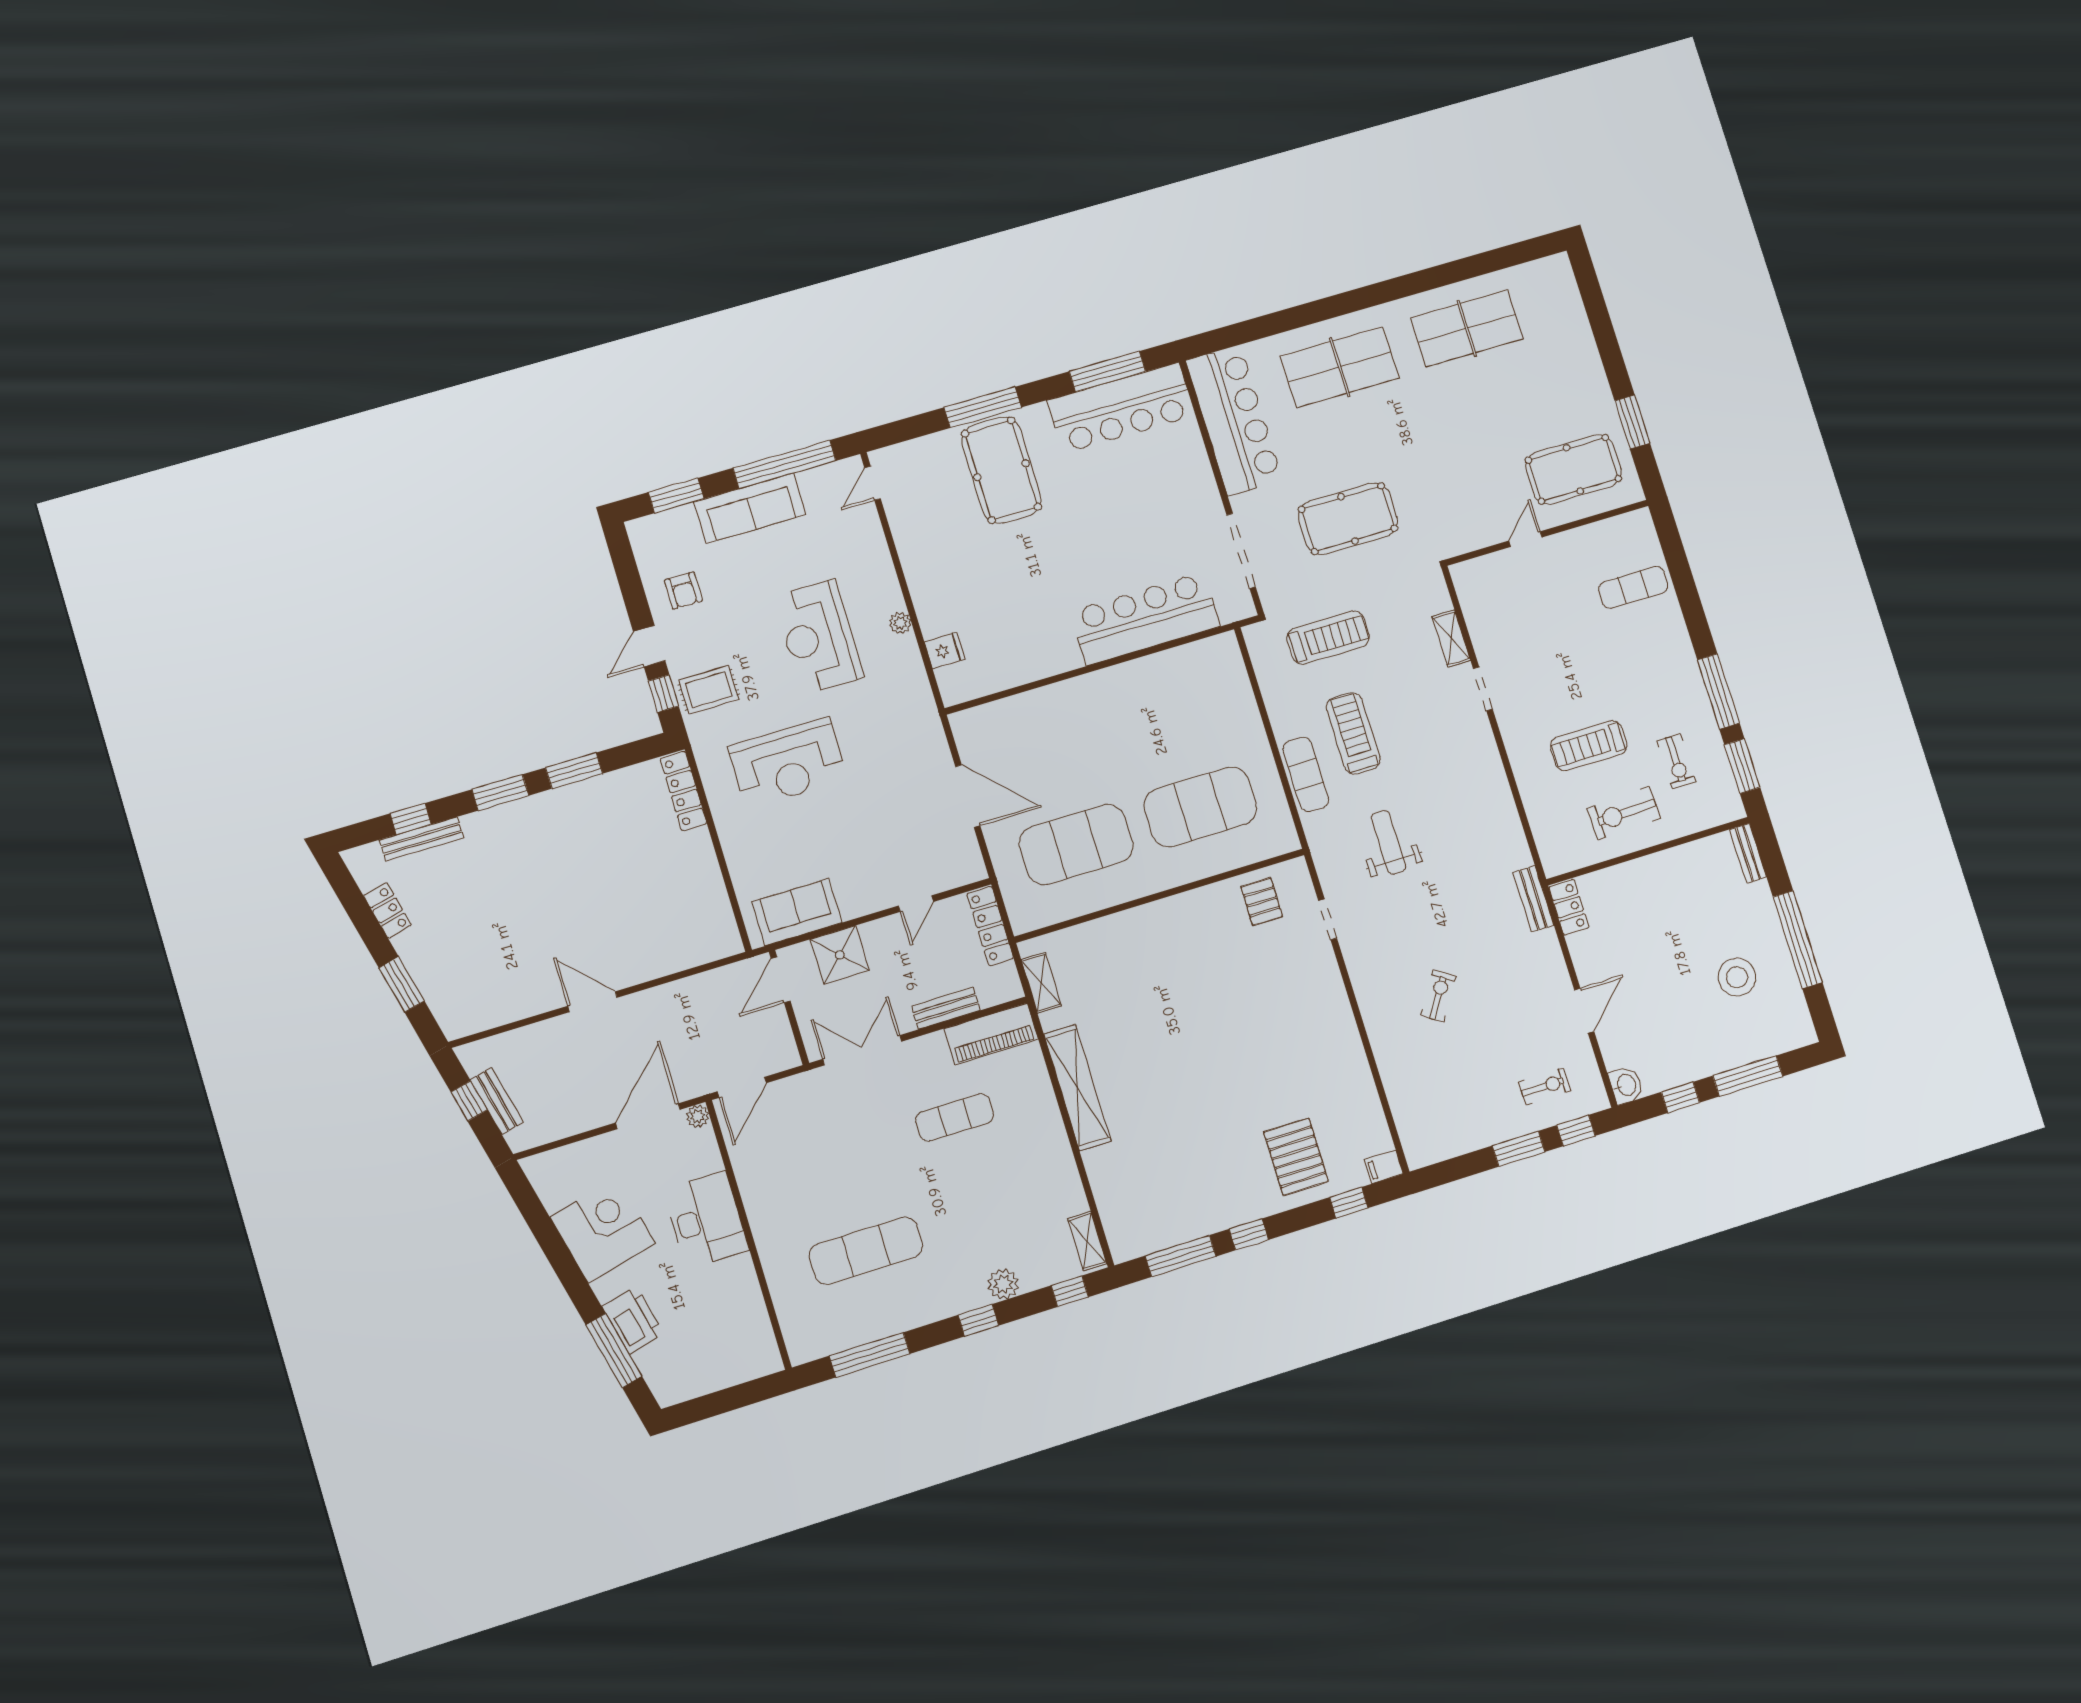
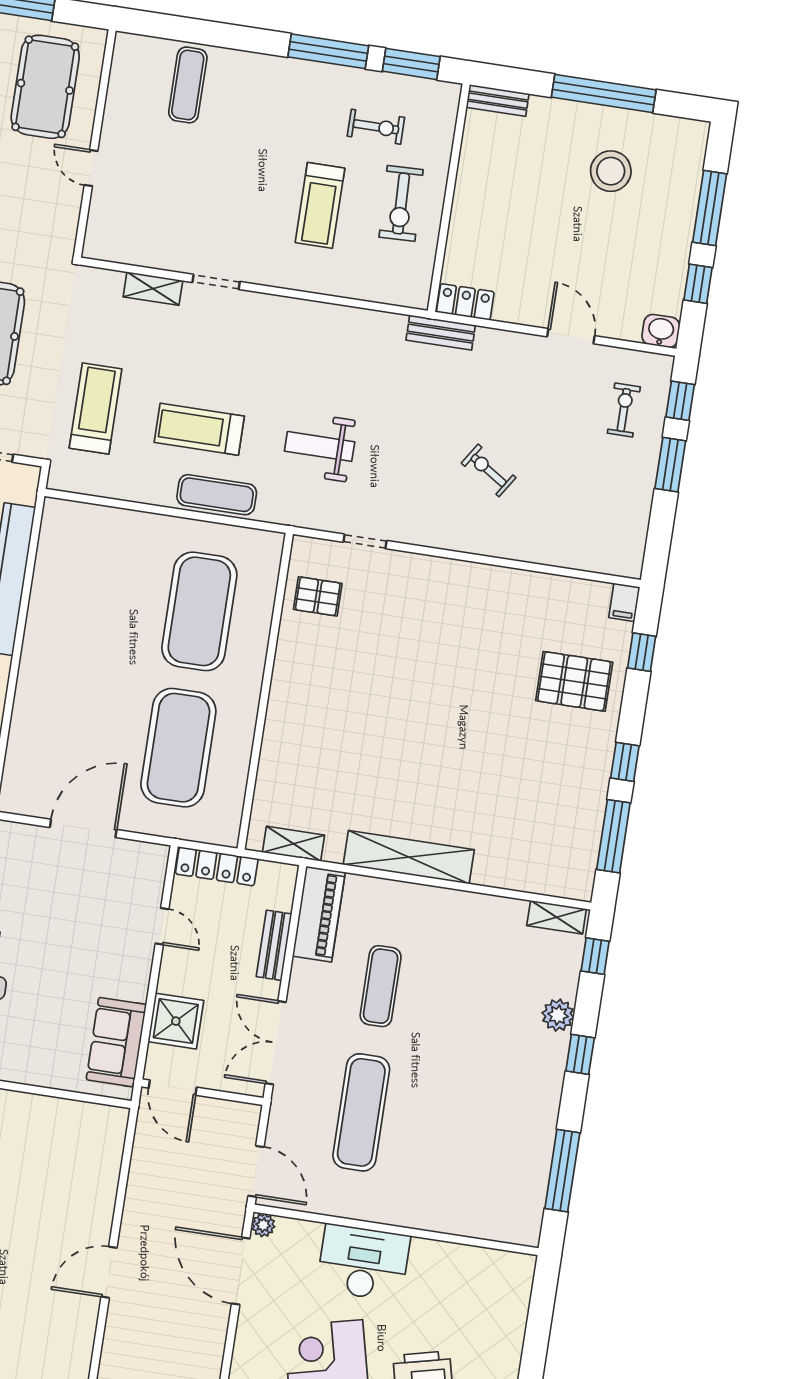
exercise mat: (866, 1251) -> (361, 1112), moved

